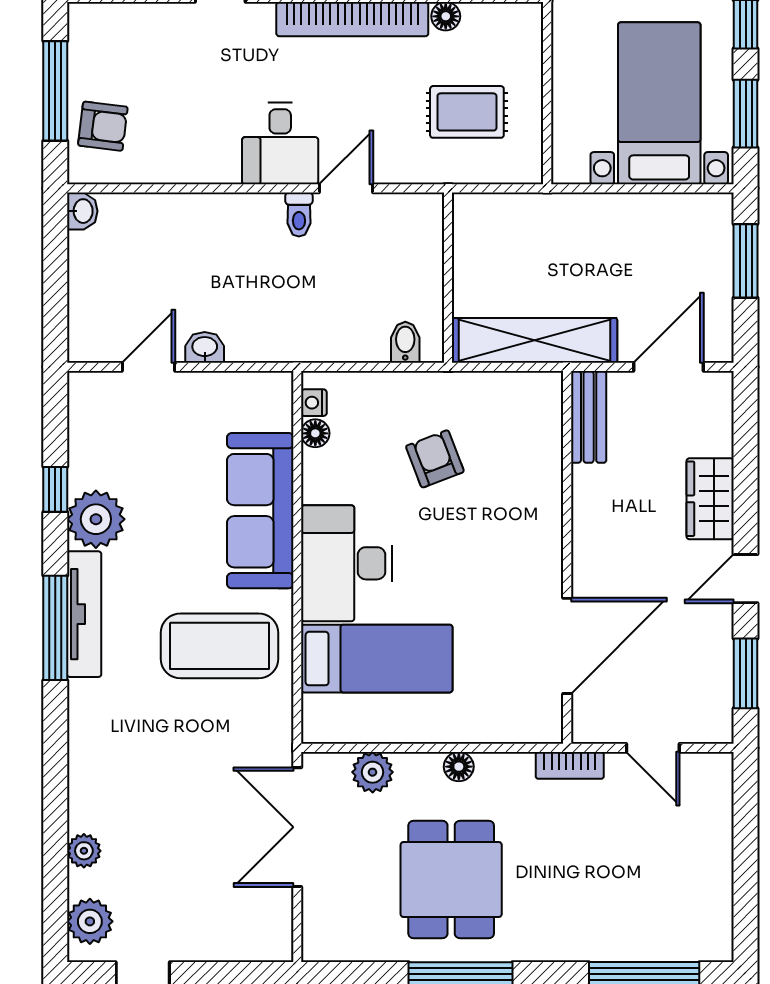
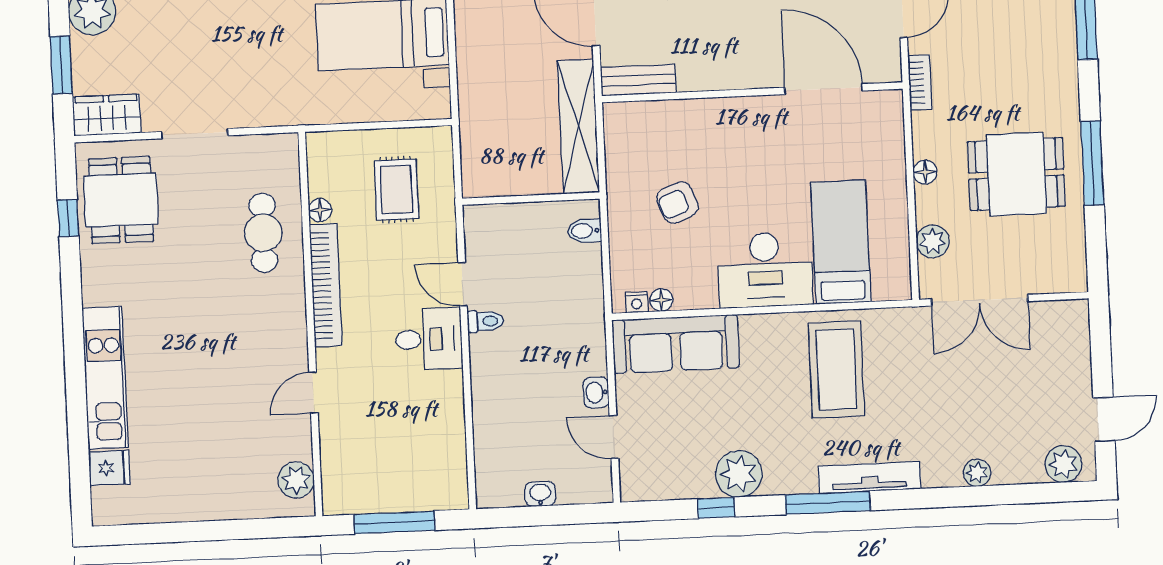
armchair: (103, 126) -> (421, 483), removed
washbasin: (82, 211) -> (540, 494), moved
sofa: (260, 511) -> (676, 344), moved
tv unit: (84, 614) -> (869, 477), moved
plant: (84, 851) -> (977, 473), moved

